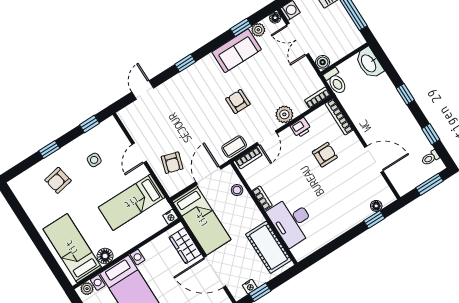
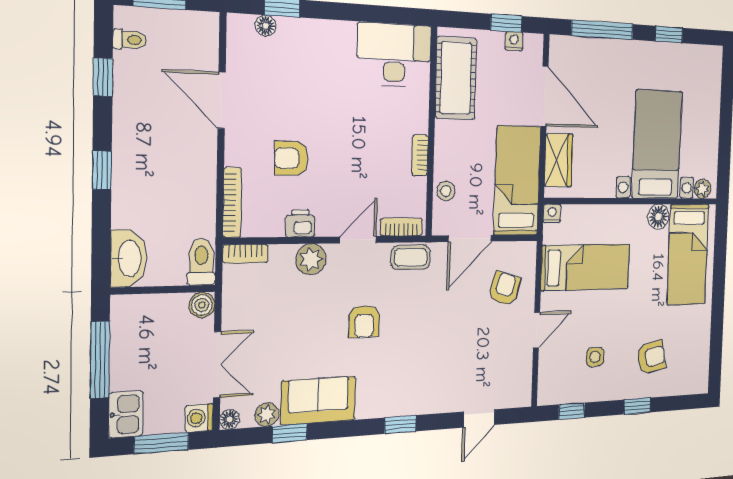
desk: (292, 221) -> (394, 55), moved, turned -90

